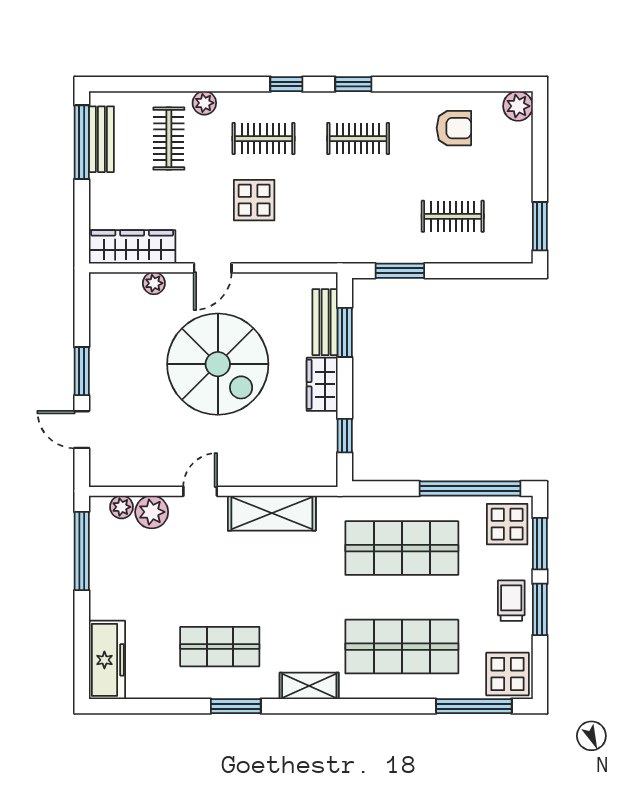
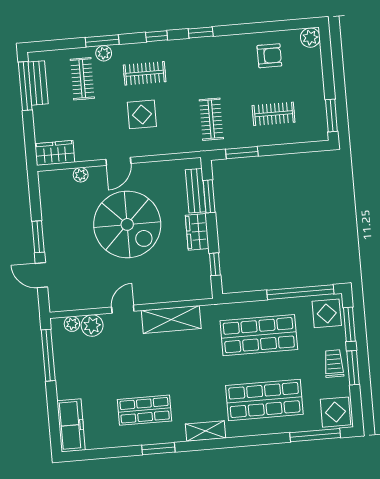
window: (204, 84) -> (102, 41), added
clothes rail: (358, 139) -> (211, 119), moved, turned 90
wardrobe: (132, 247) -> (55, 153), width x0.67

